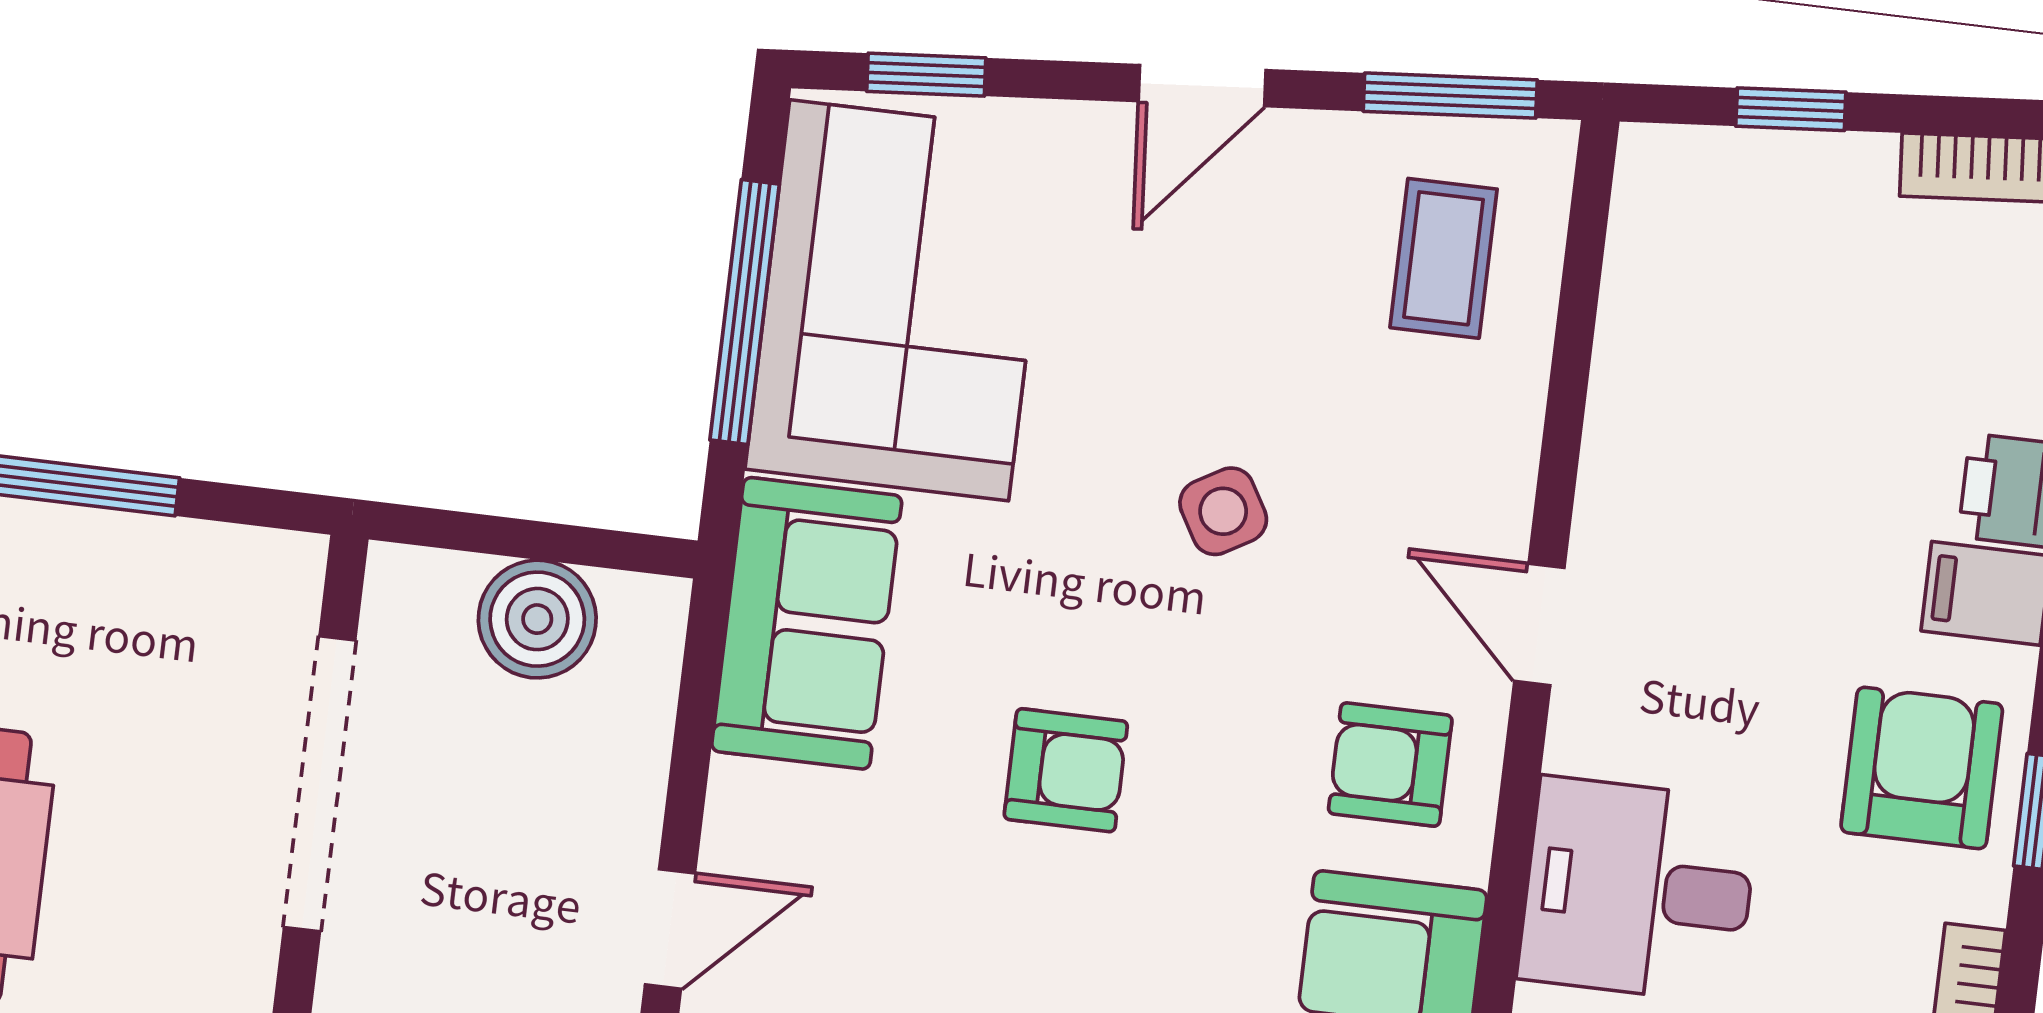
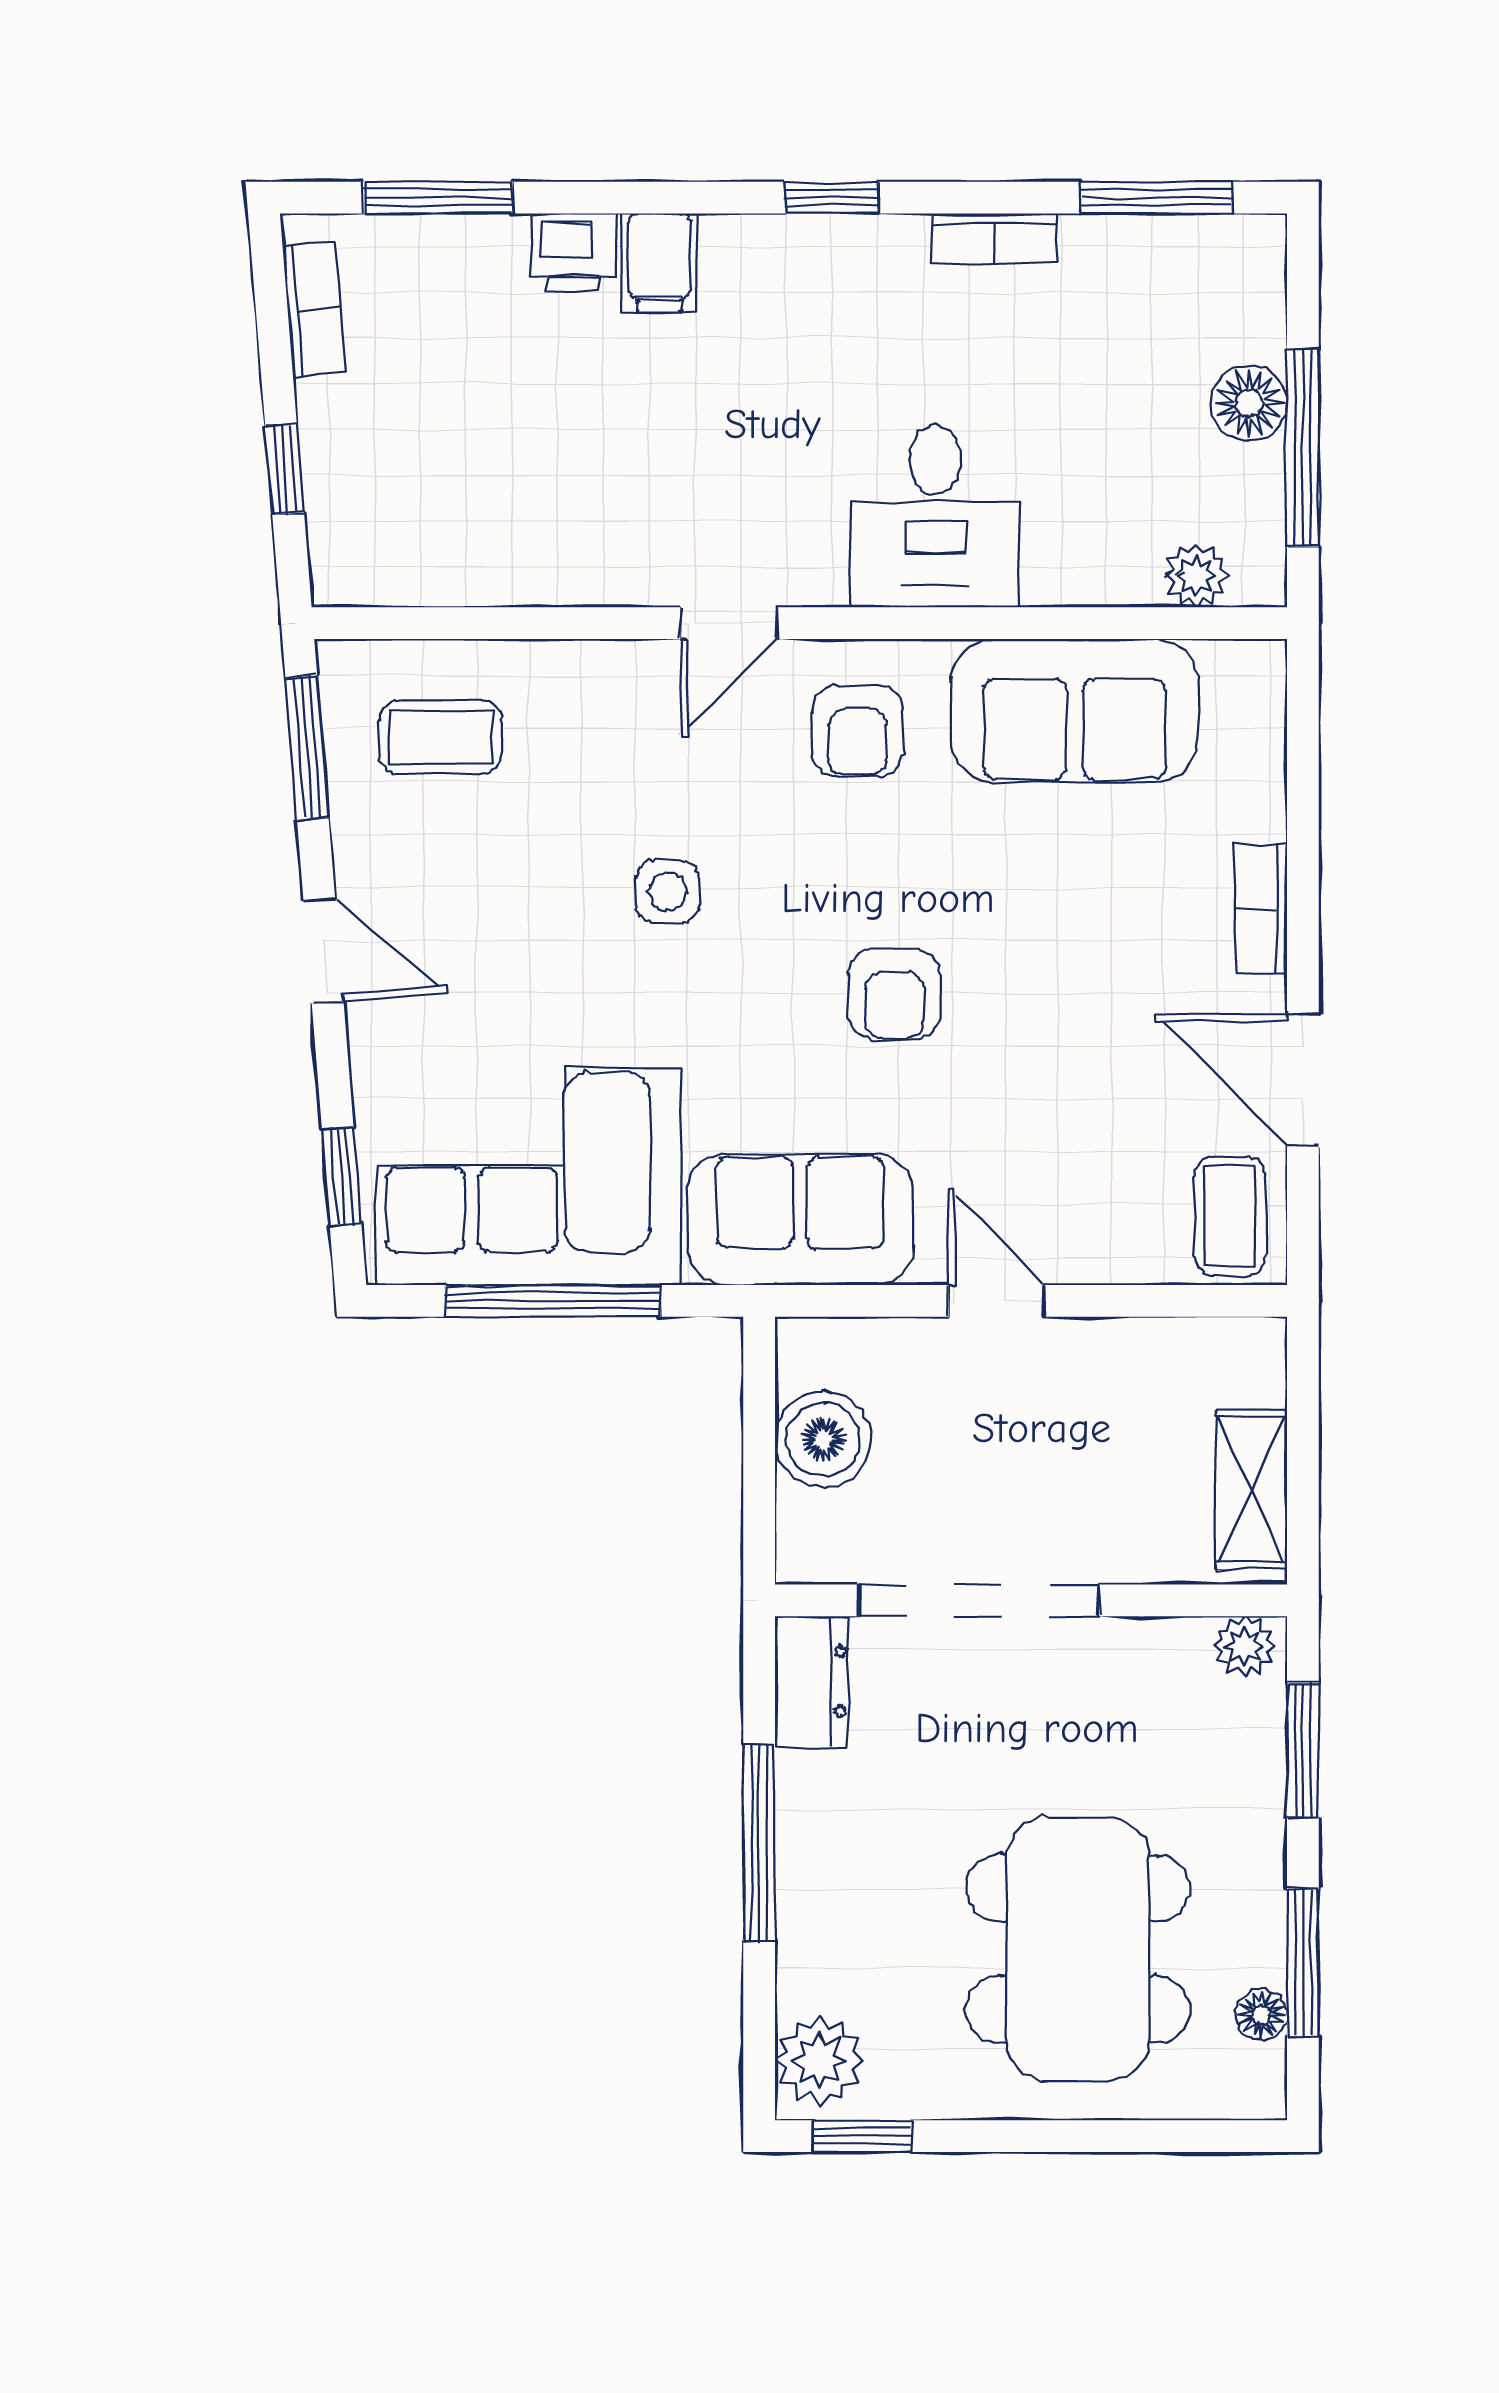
side table: (1223, 511) -> (668, 892), turned 30
dresser: (246, 570) -> (812, 1681), added
armchair: (1922, 768) -> (808, 298), removed
armchair: (1066, 770) -> (894, 994), turned 180
door: (670, 929) -> (997, 1301), moved

